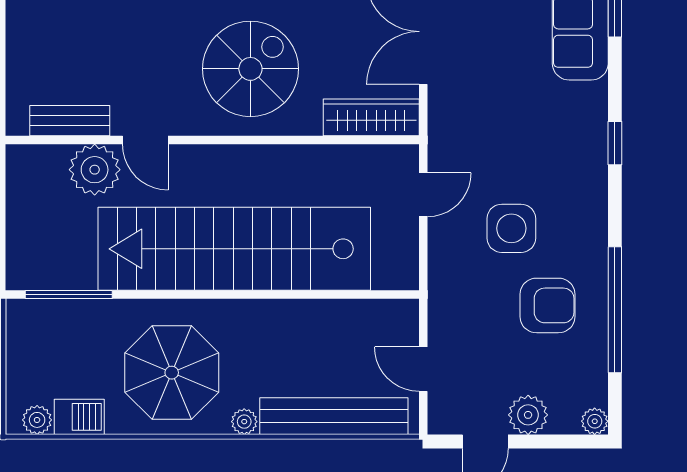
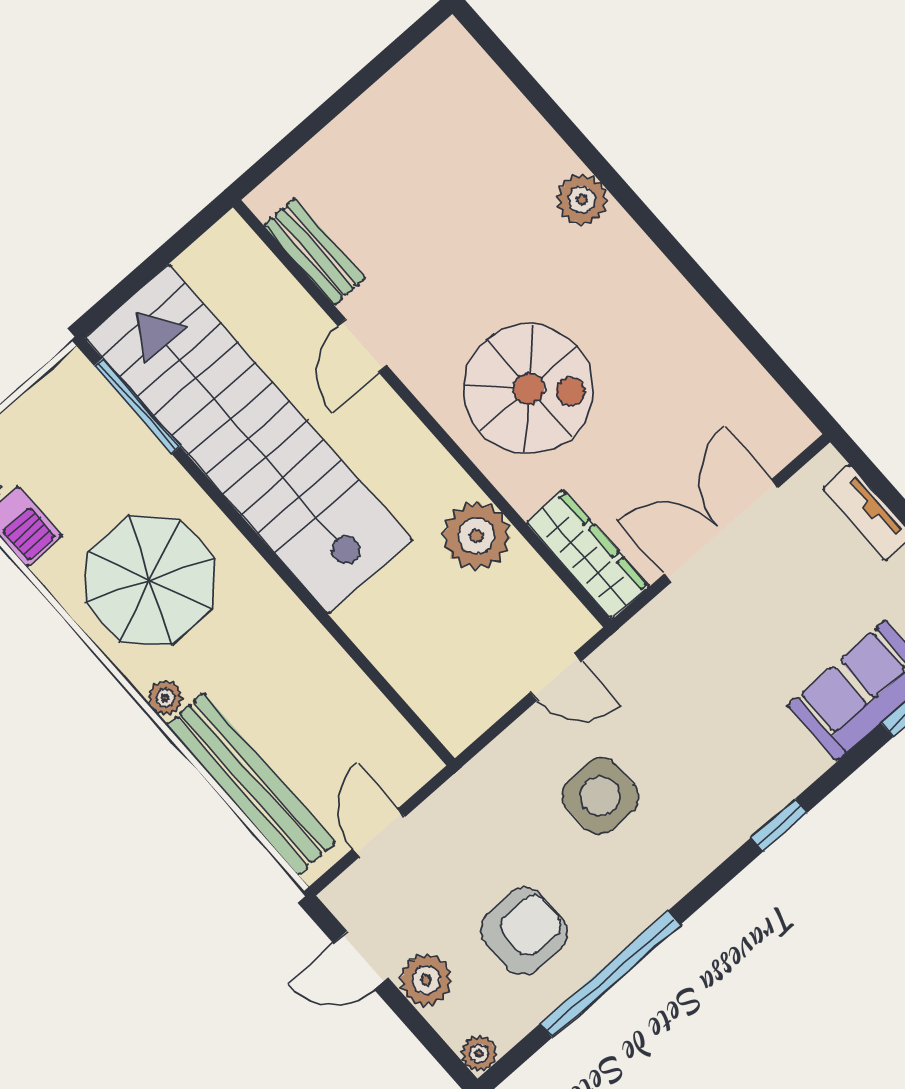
plant: (95, 170) -> (477, 536), moved
stairs: (234, 249) -> (249, 439), moved
armchair: (548, 305) -> (524, 931), moved, turned -90

